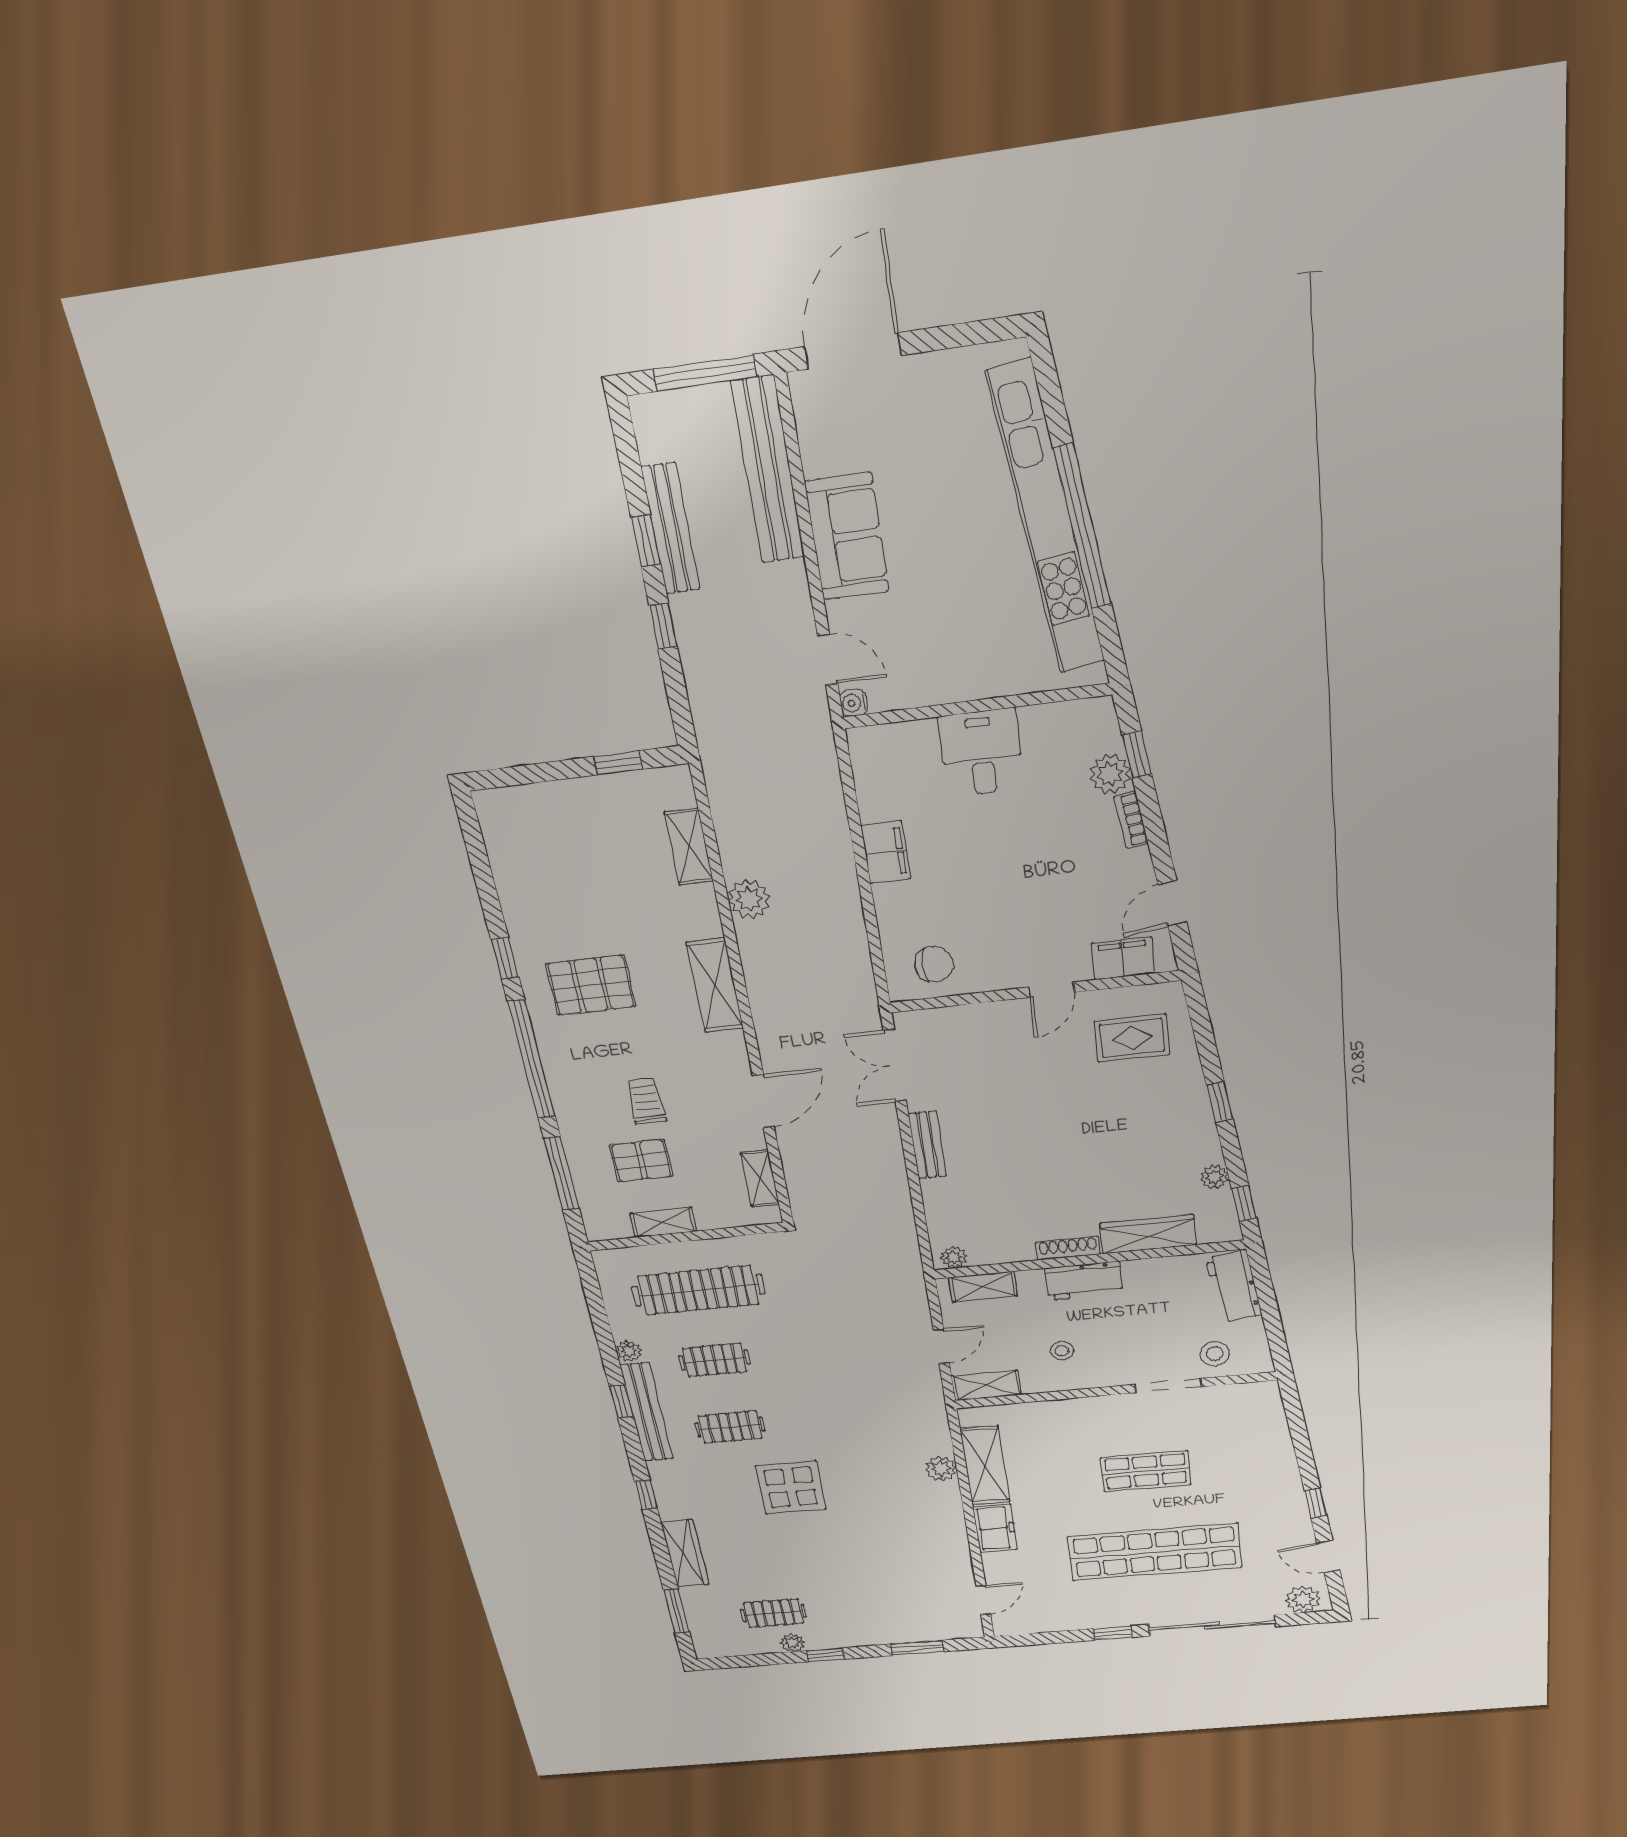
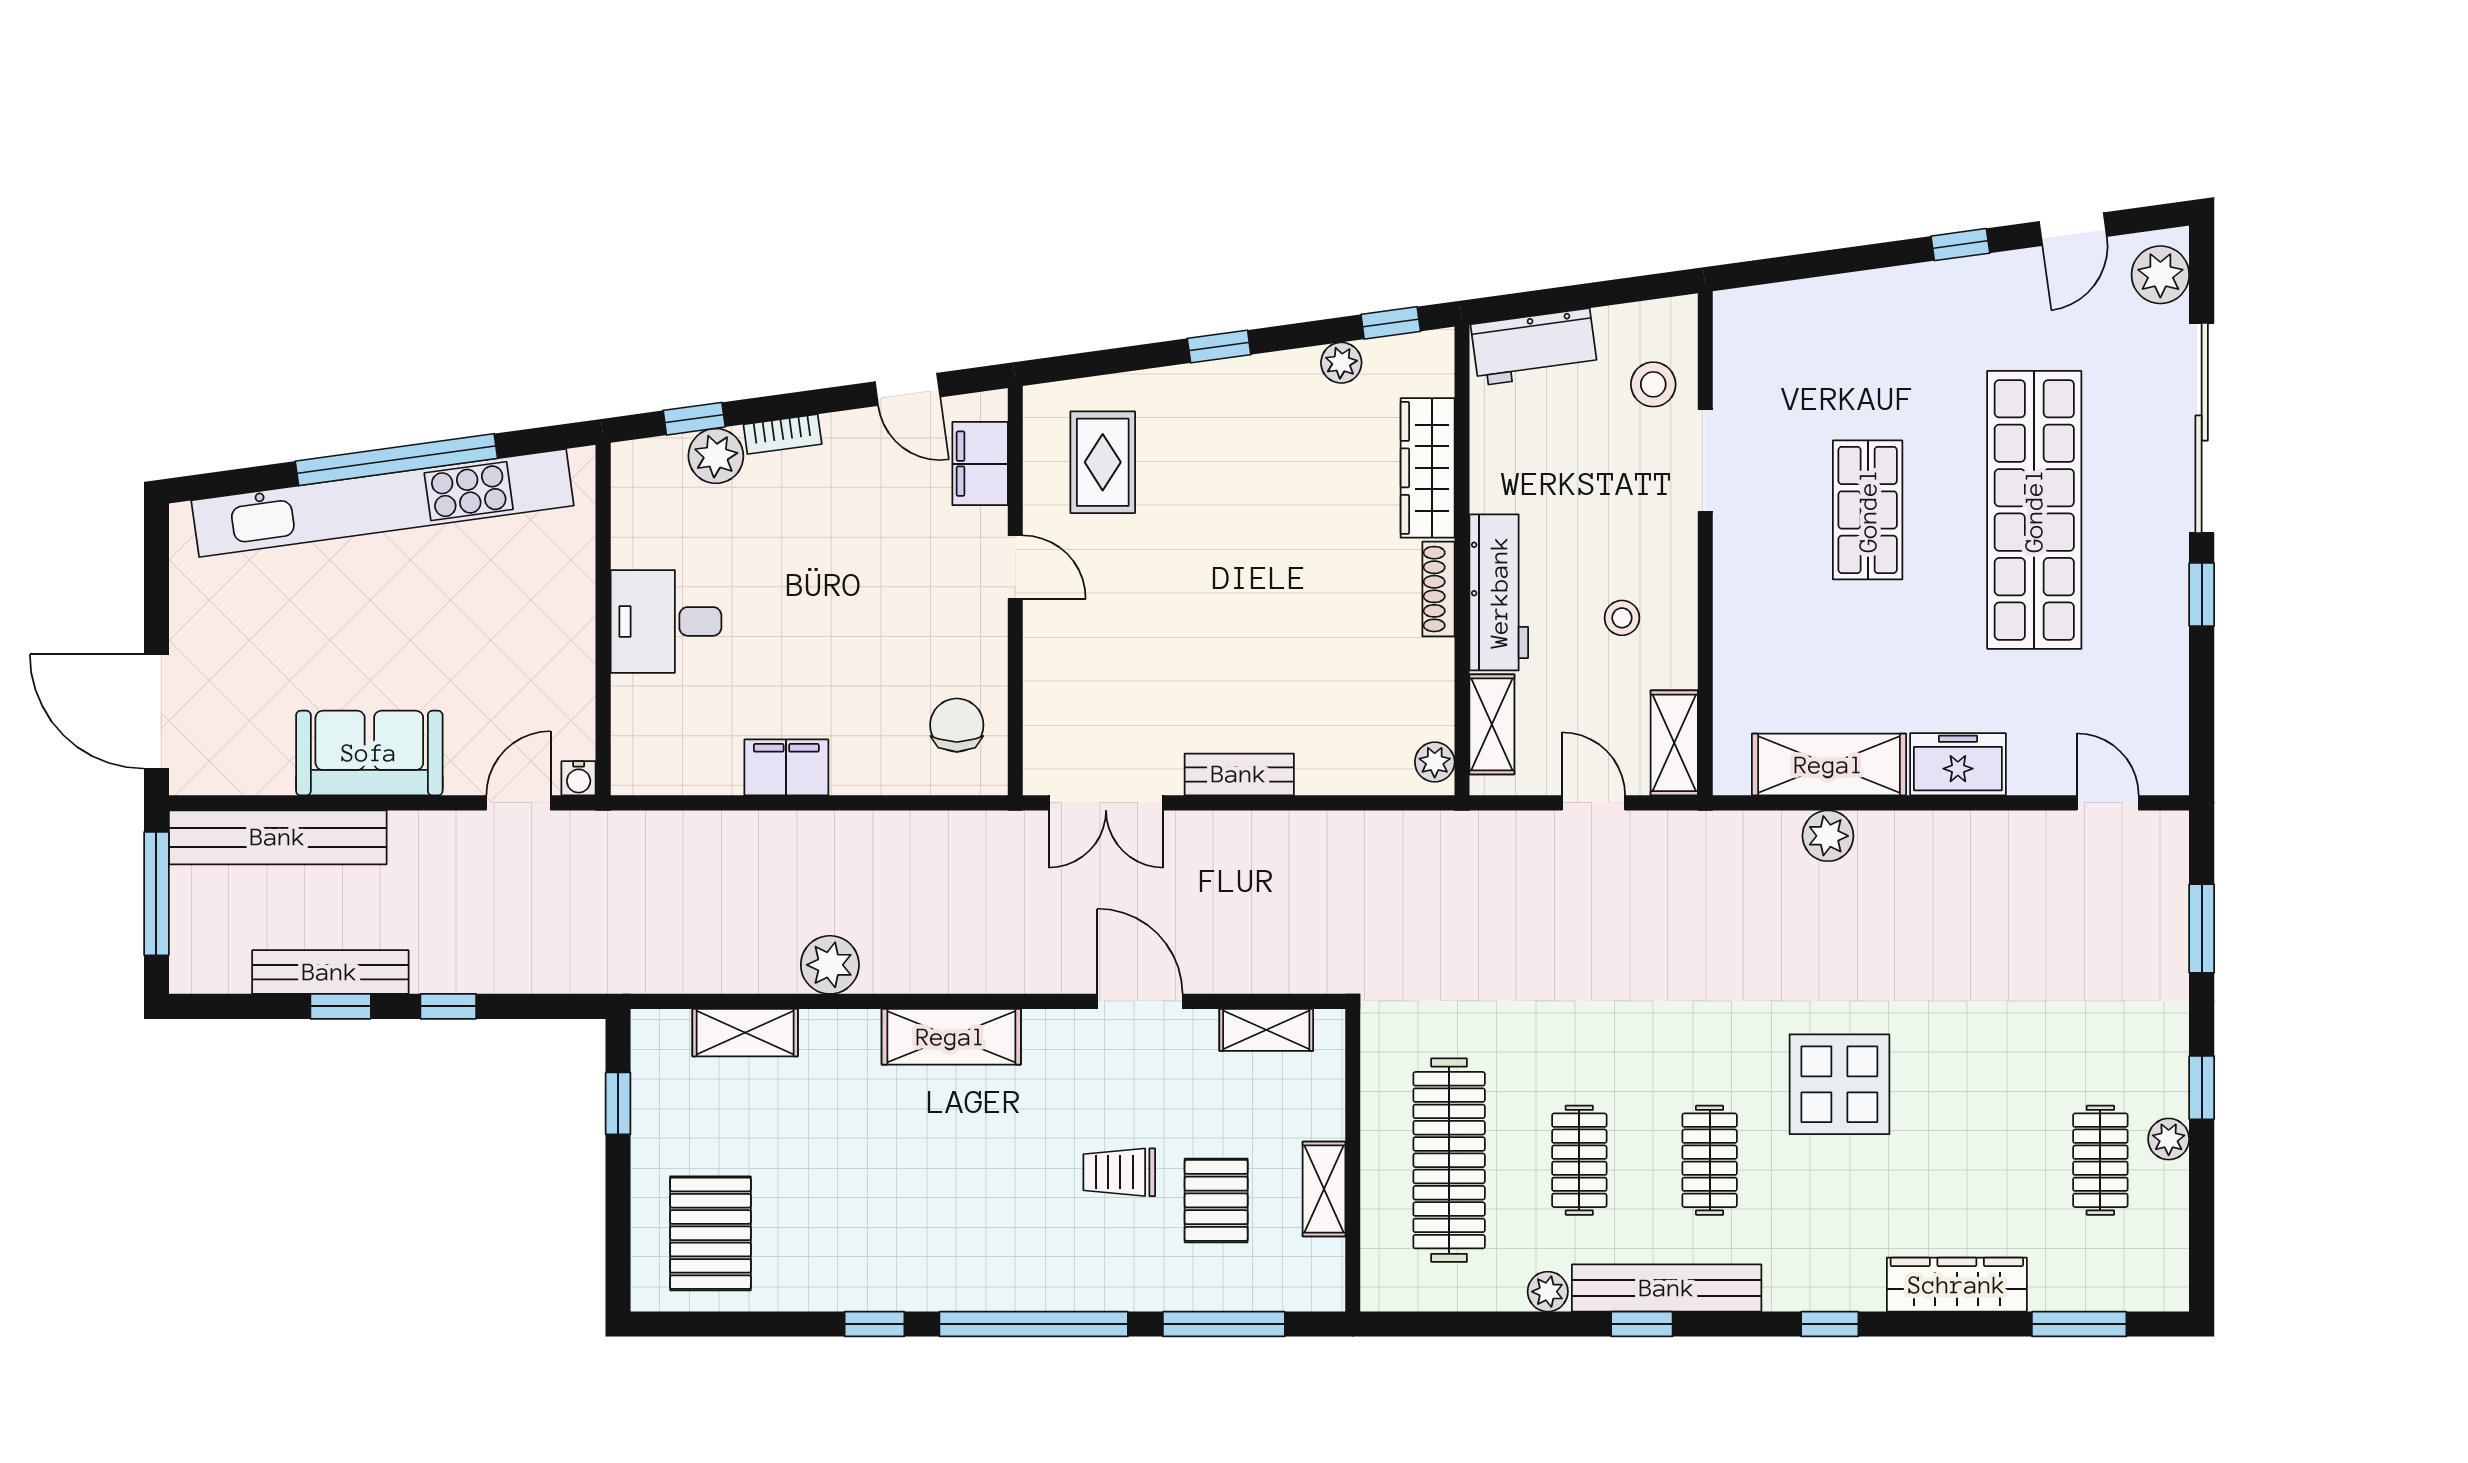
pallet: (591, 985) -> (710, 1233), moved
workbench: (1084, 1281) -> (1499, 592), width x1.38

